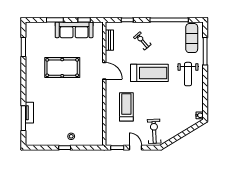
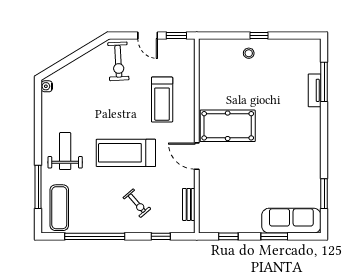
sofa: (74, 30) -> (291, 221), moved
pool table: (62, 68) -> (228, 126), moved

